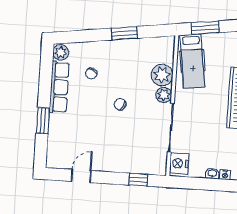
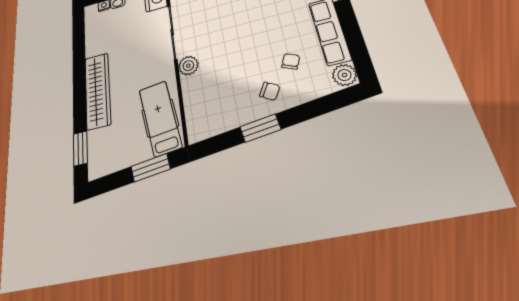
plant: (162, 75) -> (196, 89), removed
chair: (120, 104) -> (270, 91), moved

